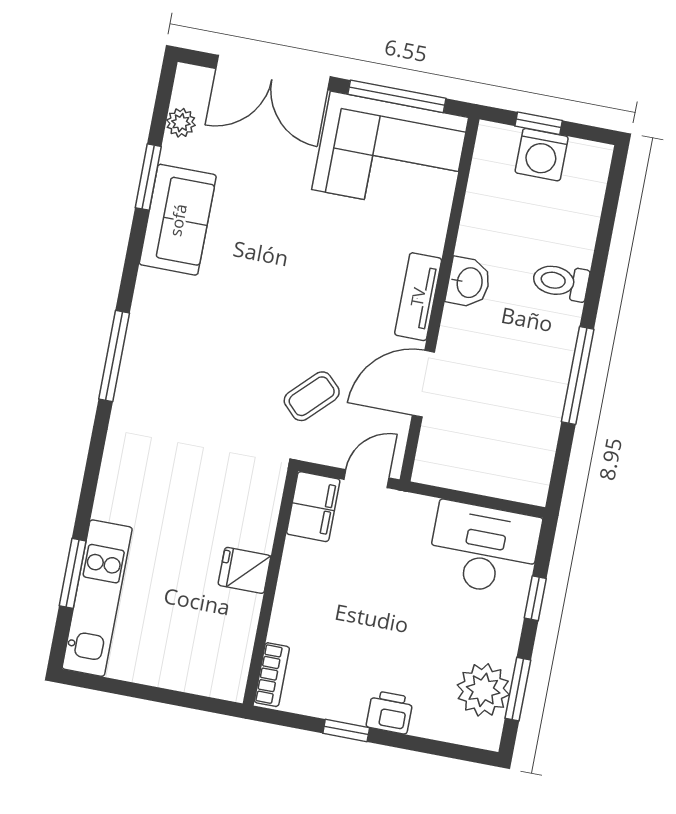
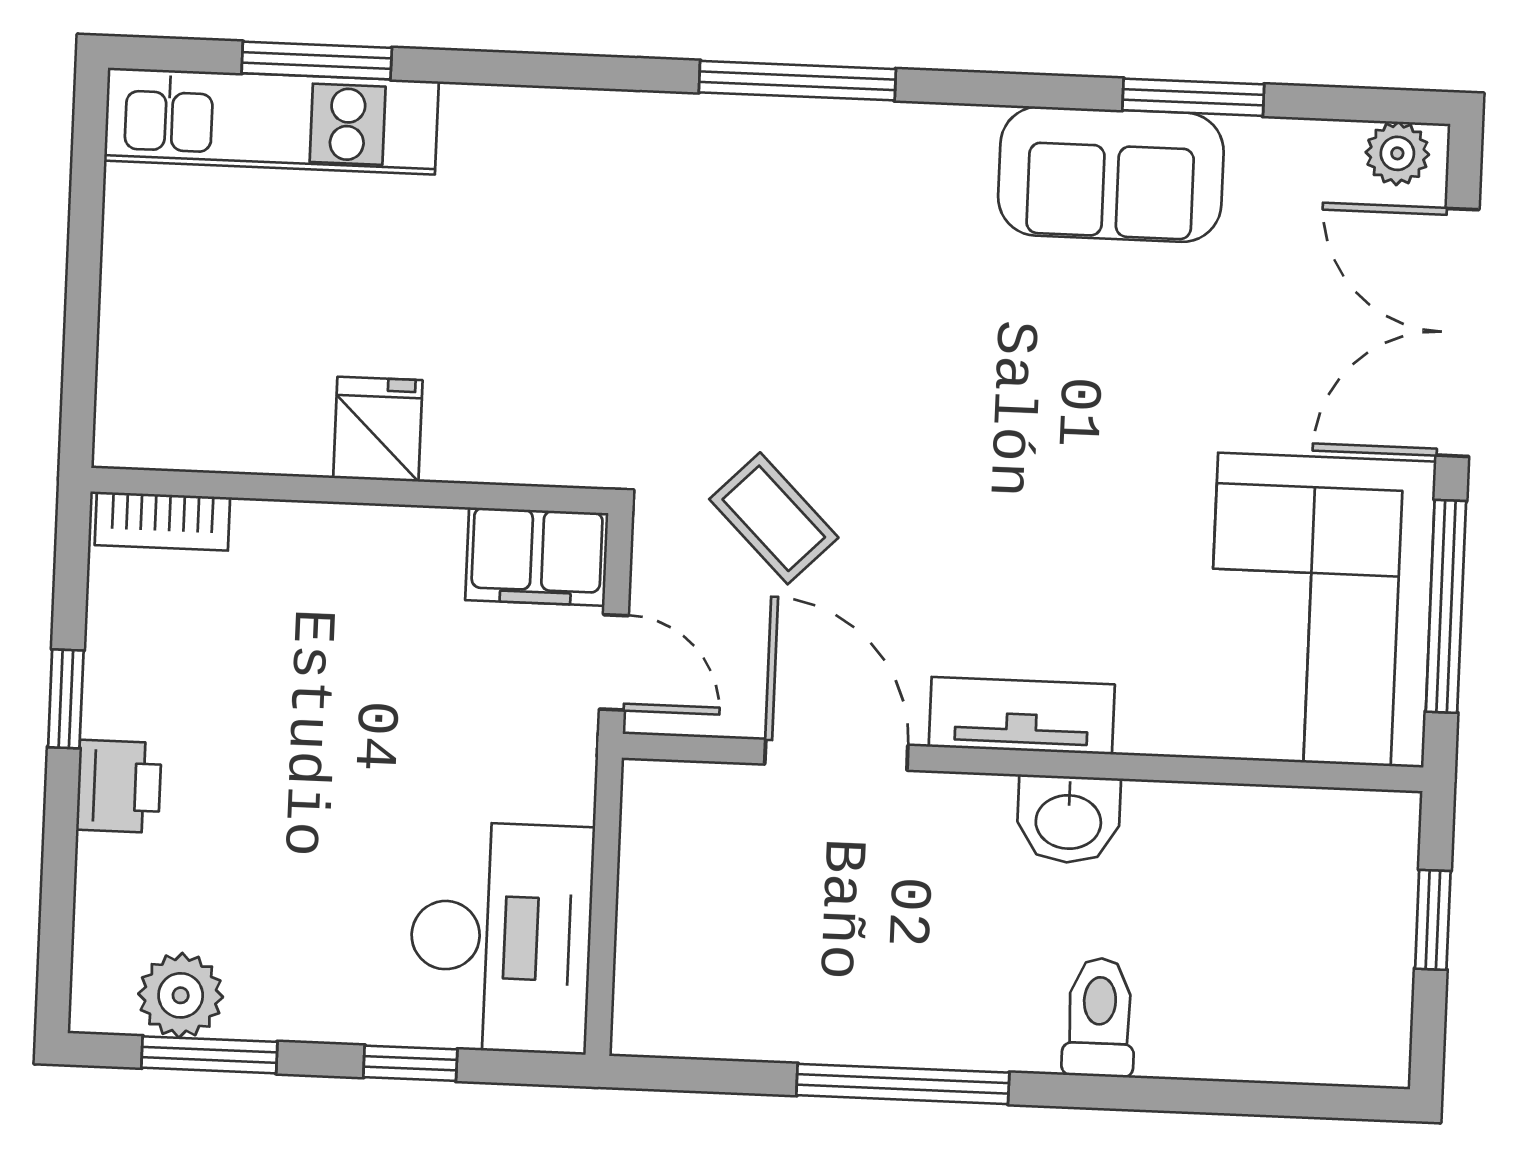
plant: (181, 123) -> (1397, 153), moved
washing machine: (542, 155) -> (1367, 936), removed
plant: (483, 690) -> (181, 995), width x0.73, depth x0.73

